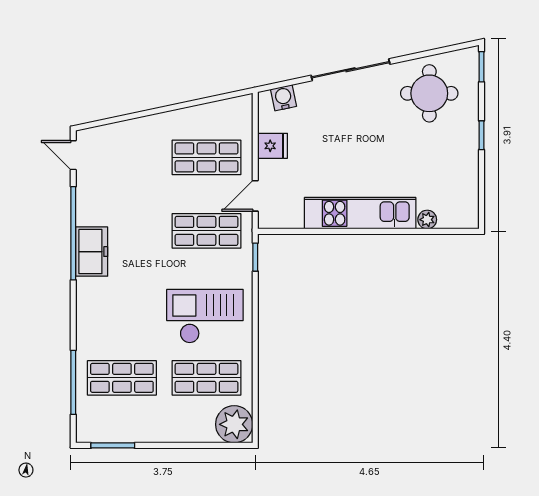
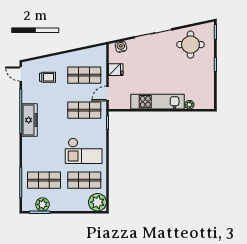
trolley: (129, 162) -> (47, 77), added
freezer: (92, 252) -> (30, 120), width x1.40
checkout: (205, 316) -> (84, 151), turned 180
plant: (119, 429) -> (42, 204), added

